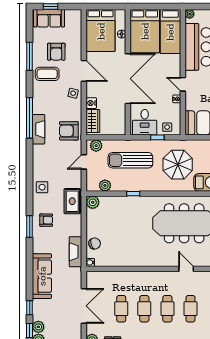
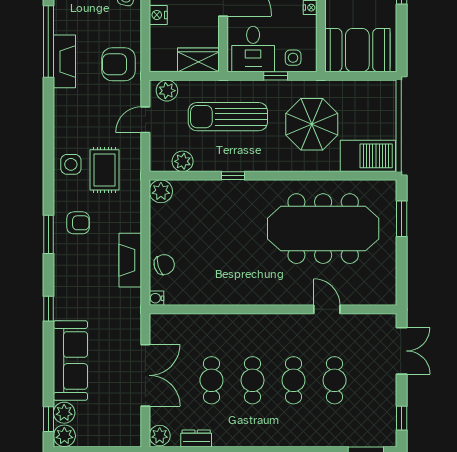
wardrobe: (93, 121) -> (198, 60), moved, turned -90
rug: (72, 201) -> (105, 170), moved
fireplace: (75, 252) -> (130, 260), moved
sofa: (42, 276) -> (70, 360), moved
window: (30, 308) -> (48, 309), moved

